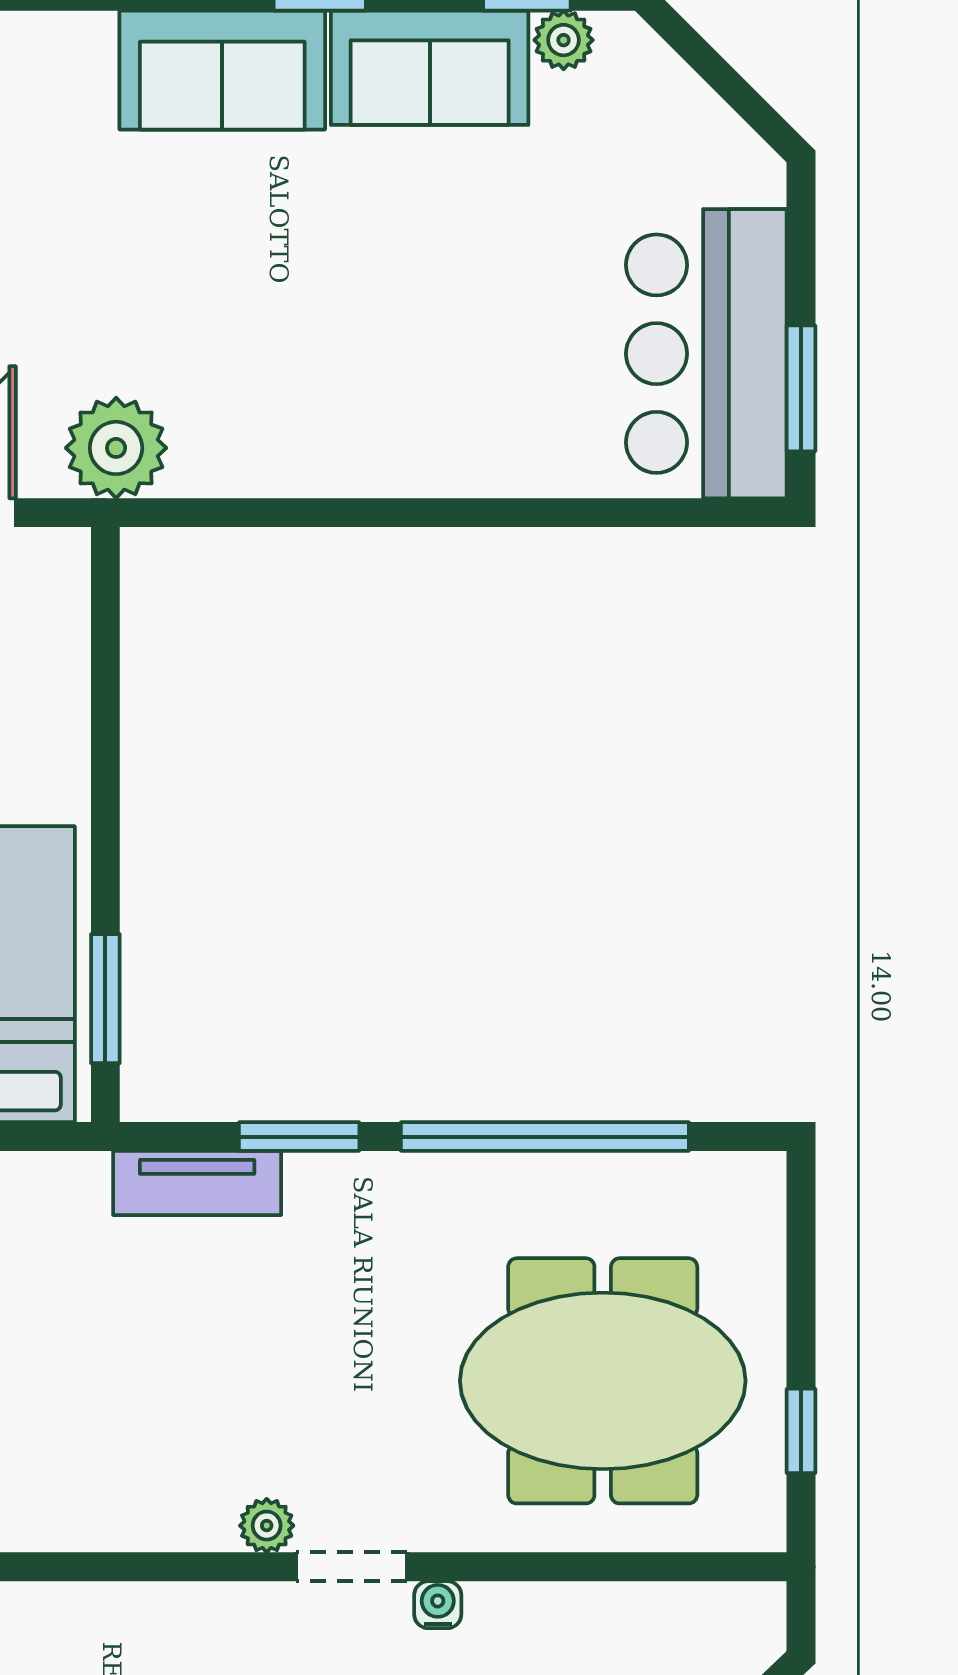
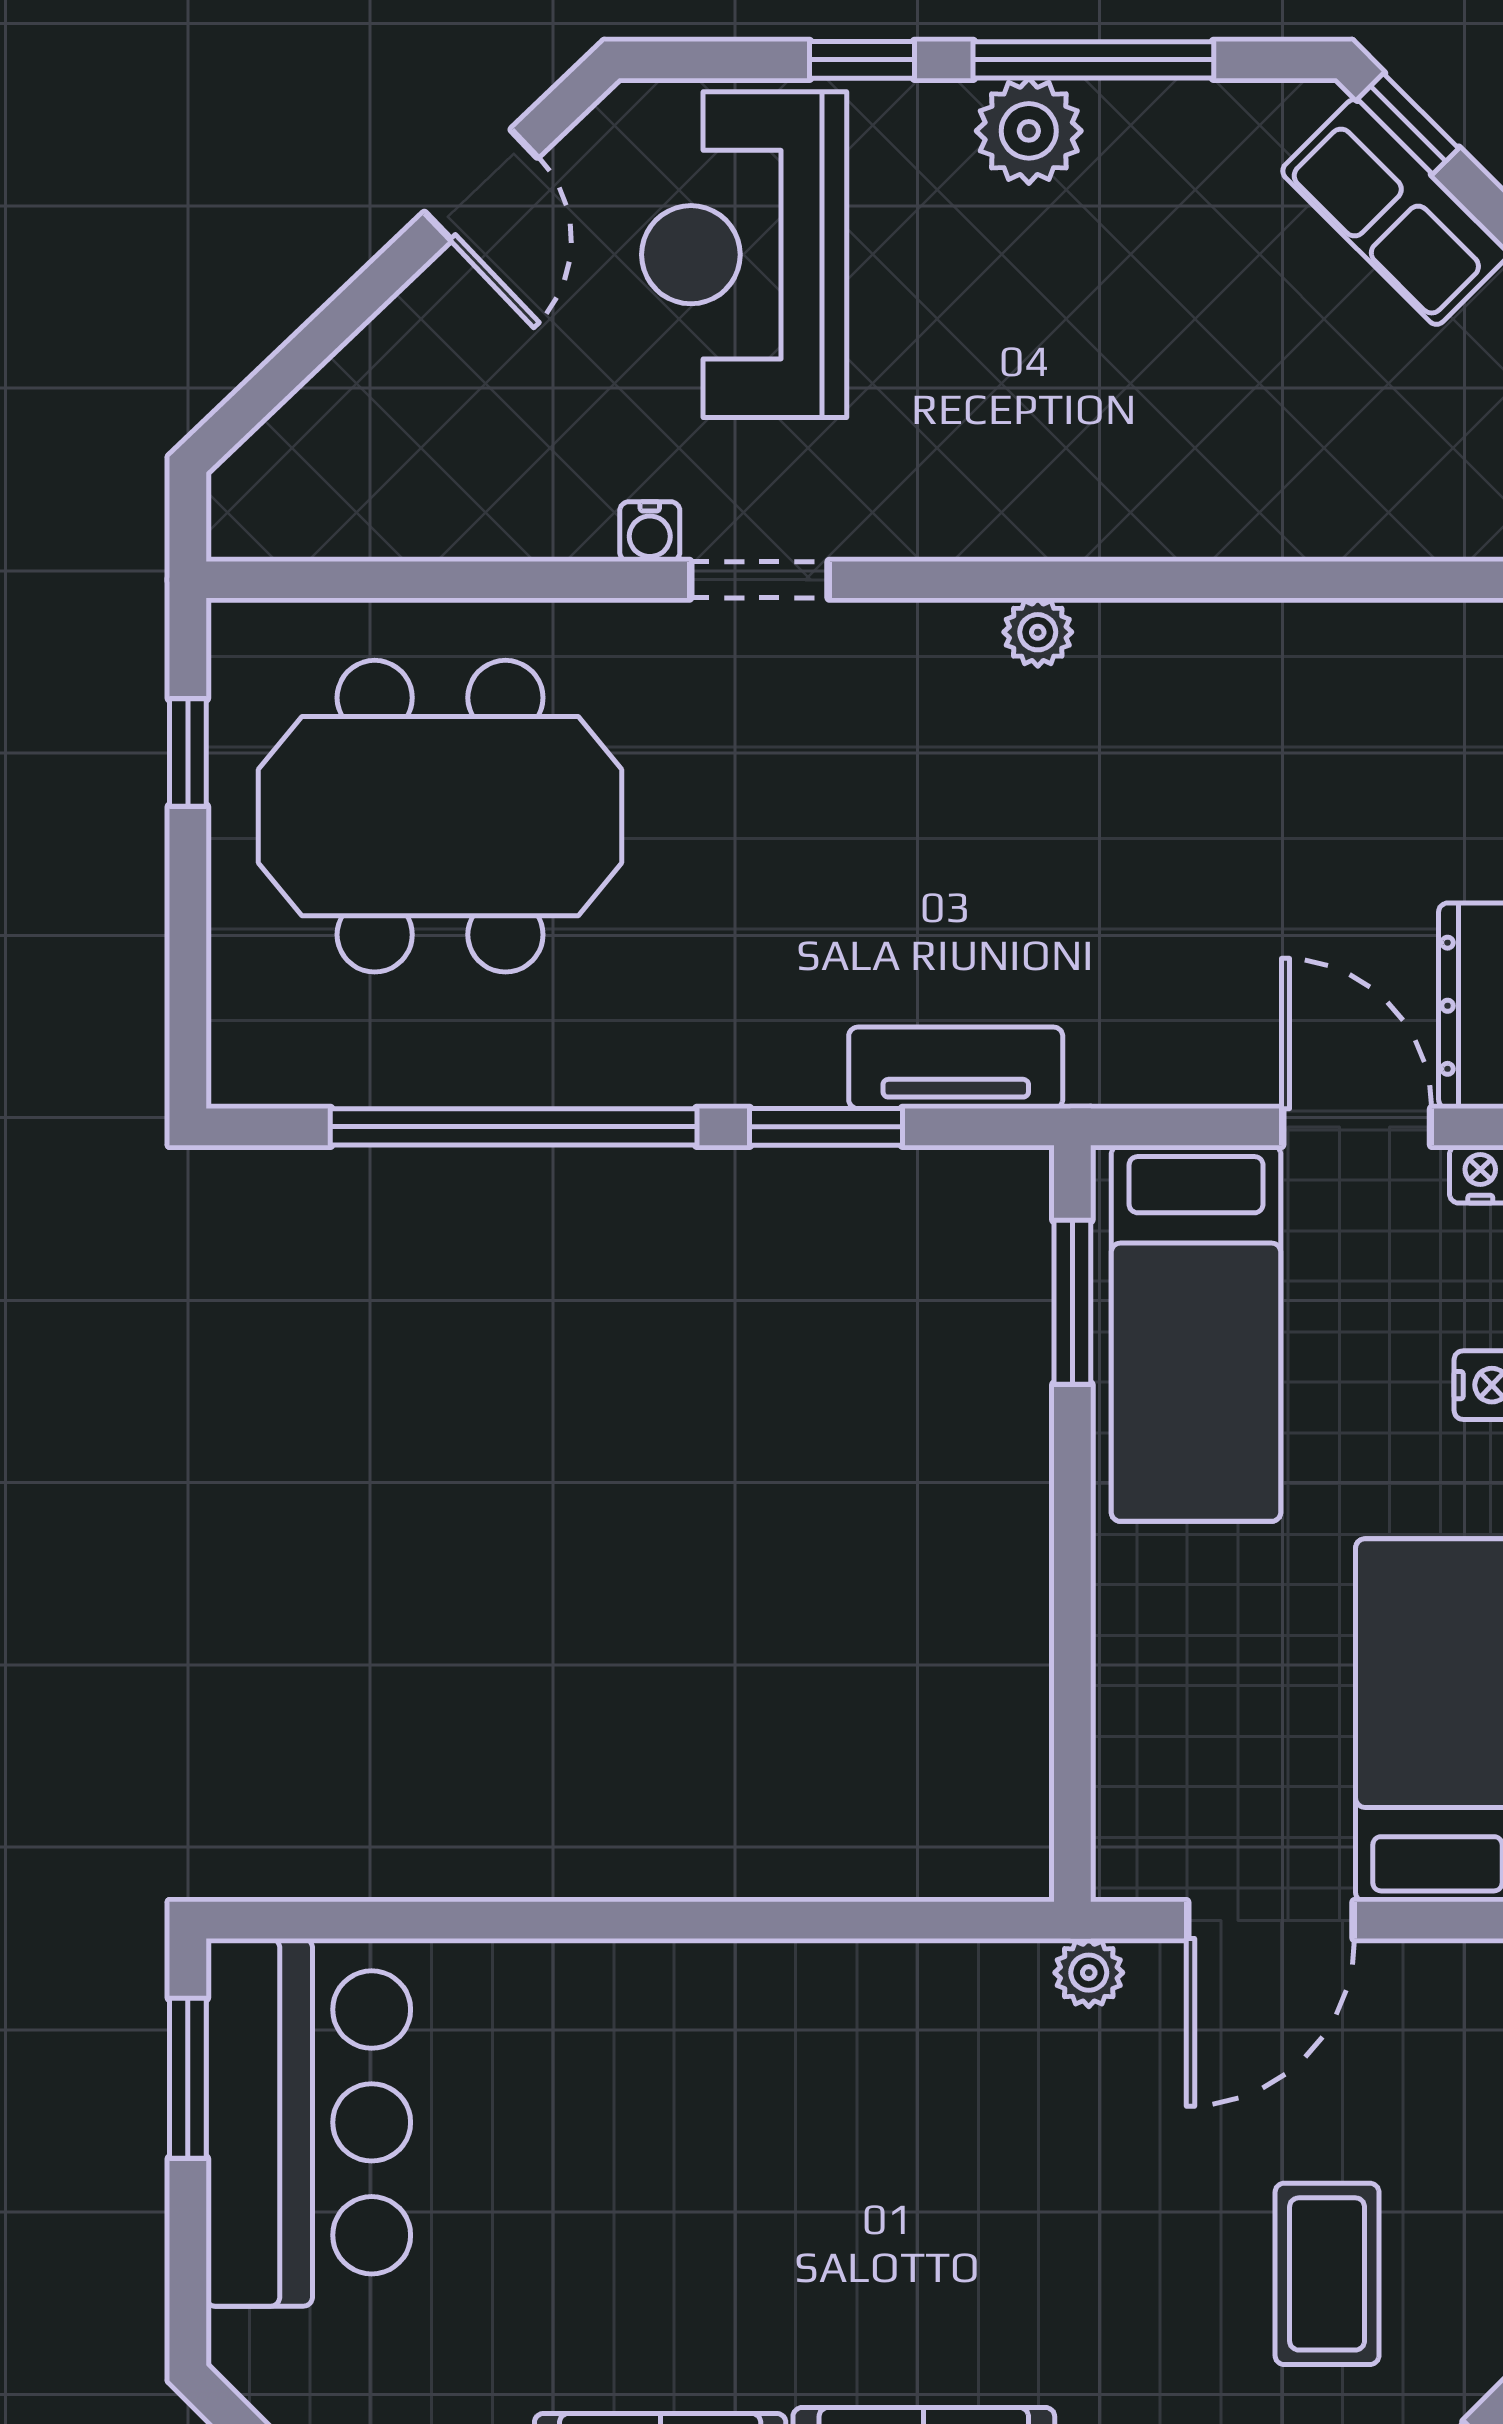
plant: (116, 448) -> (1089, 1973), width x0.53, depth x0.53
plant: (267, 1526) -> (1038, 632), moved

